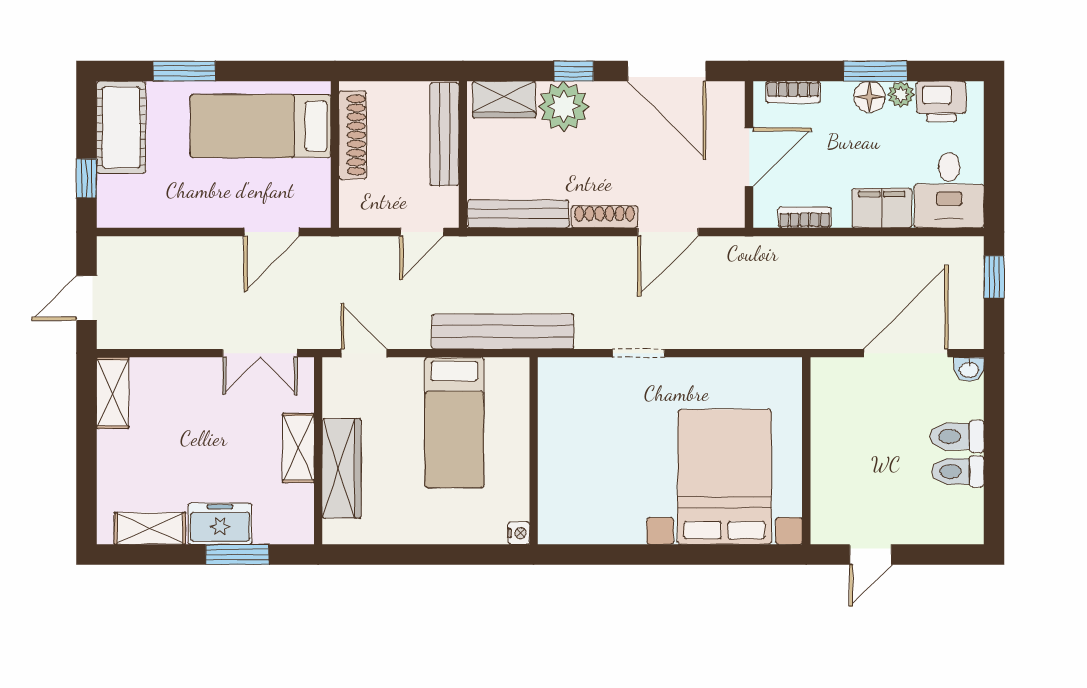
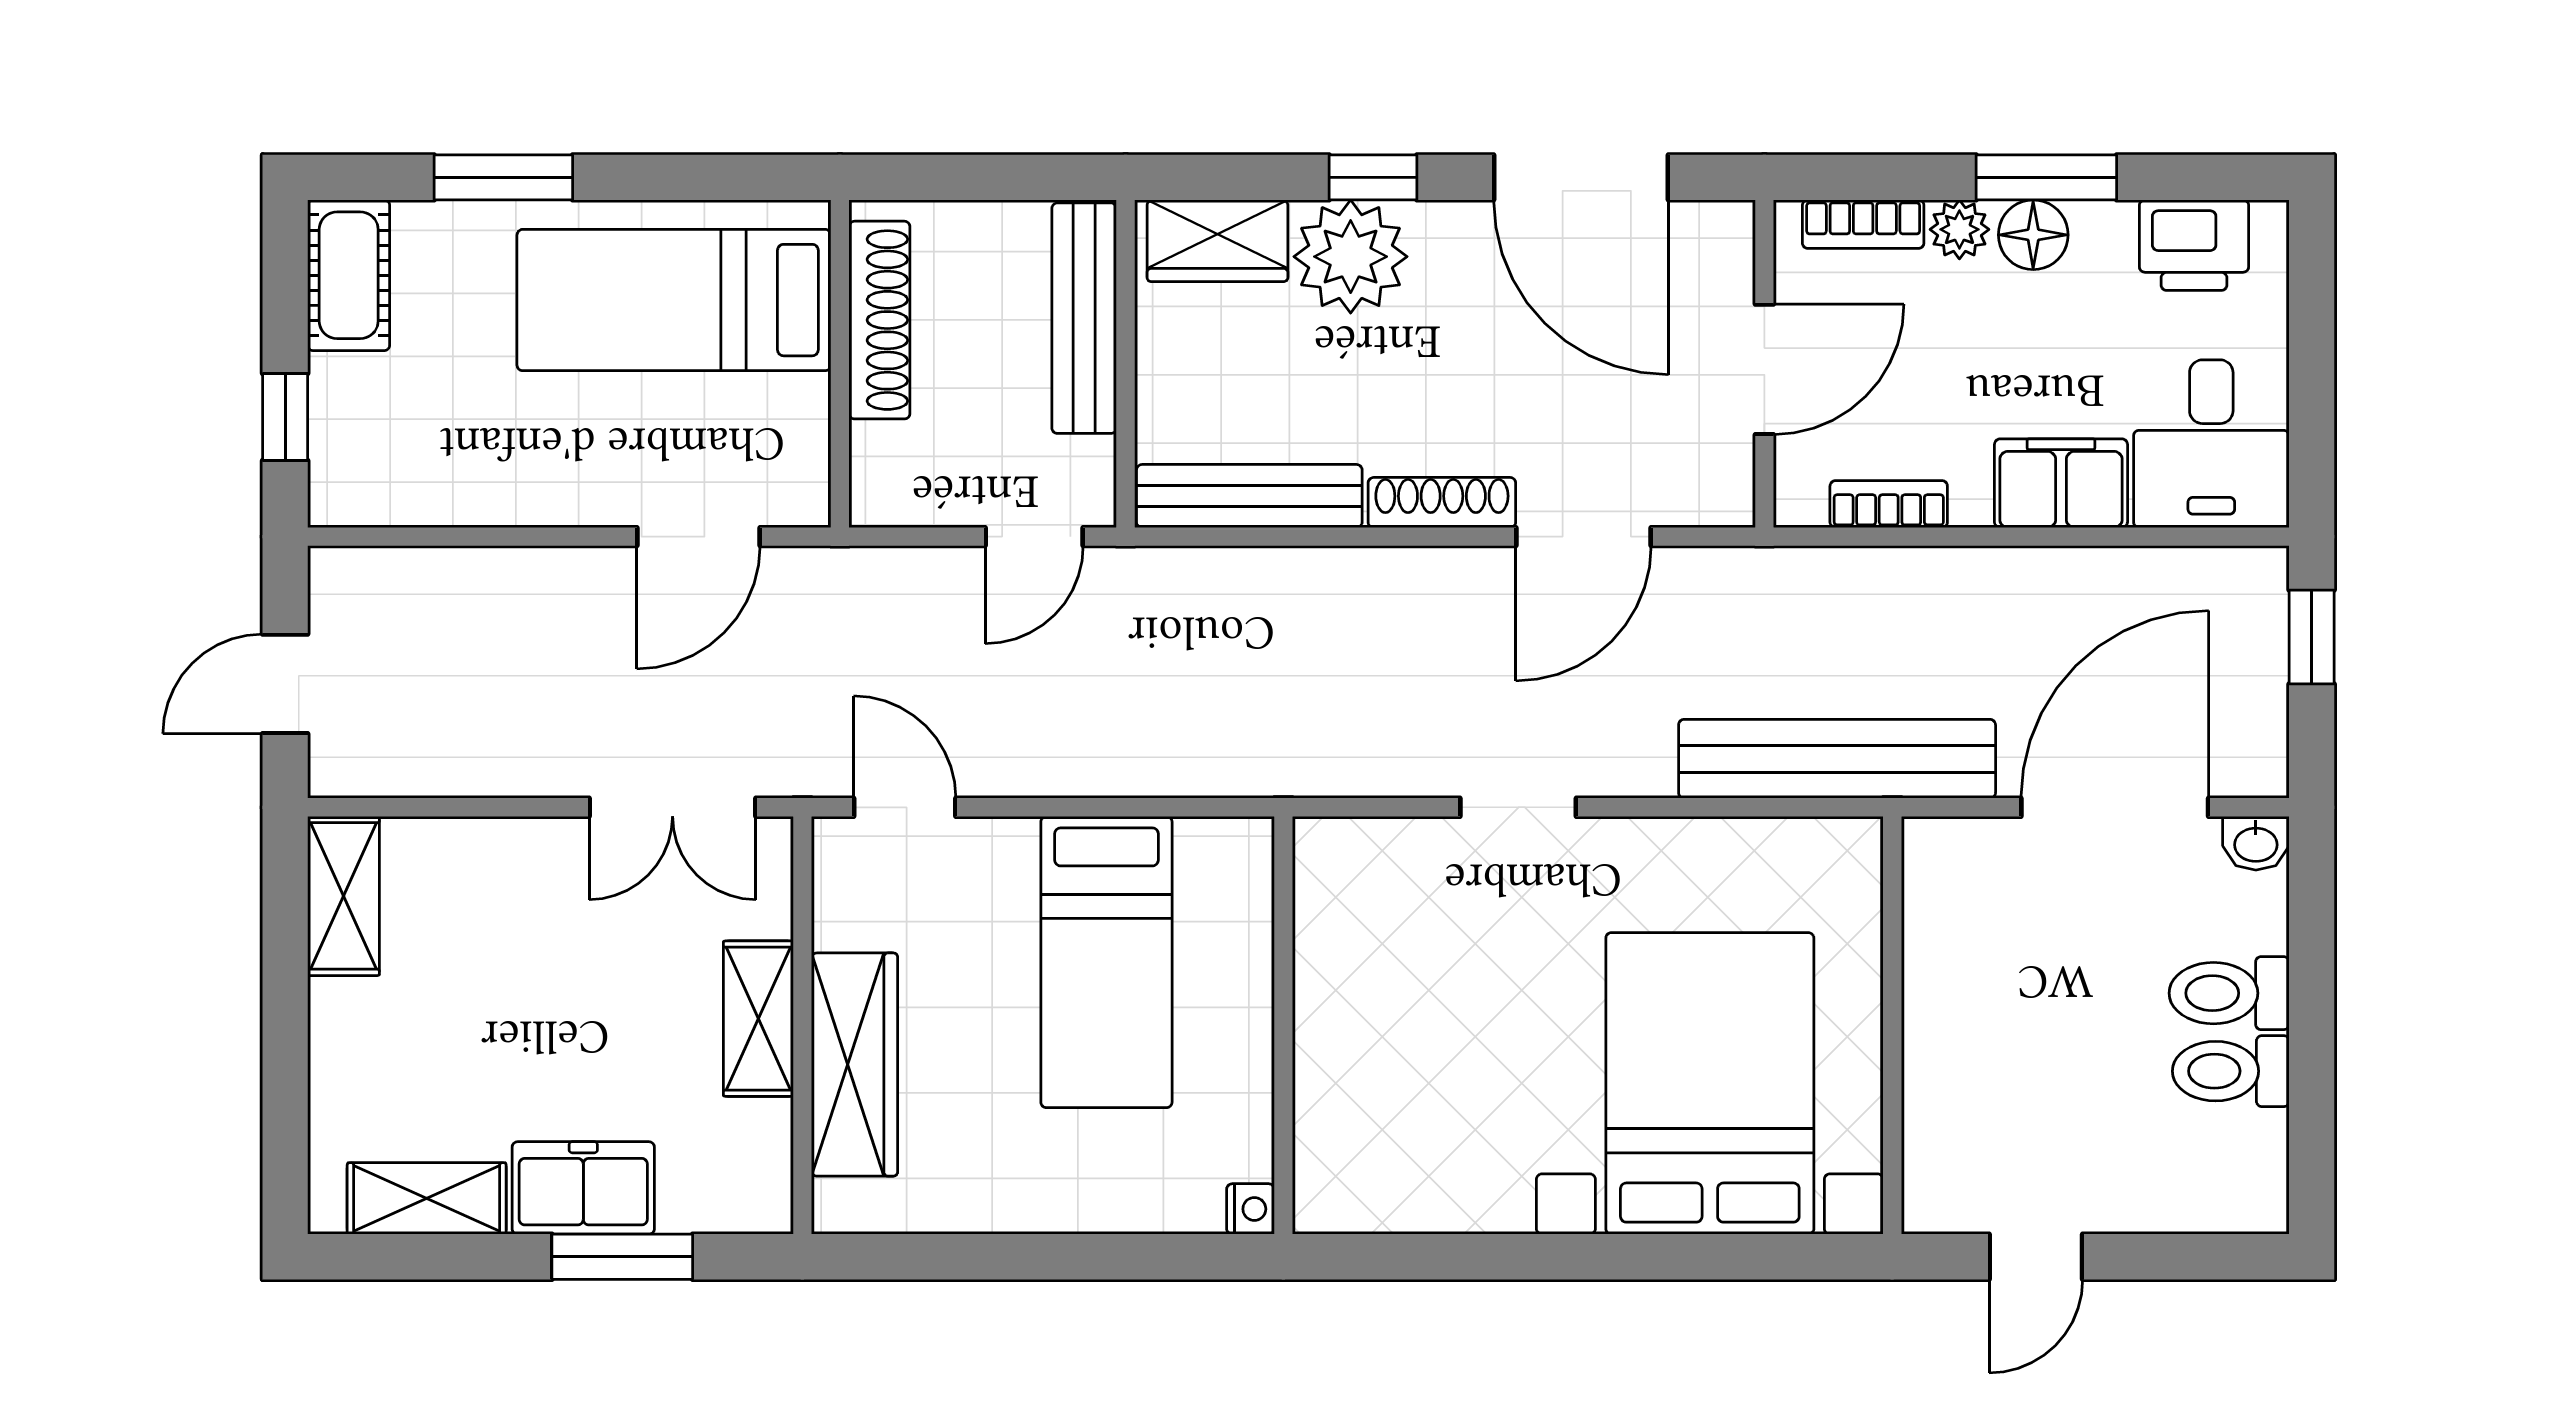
plant: (901, 94) -> (1959, 229), moved
cot: (121, 127) -> (349, 275), width x0.73, depth x0.75
bench: (503, 331) -> (1837, 759), moved

